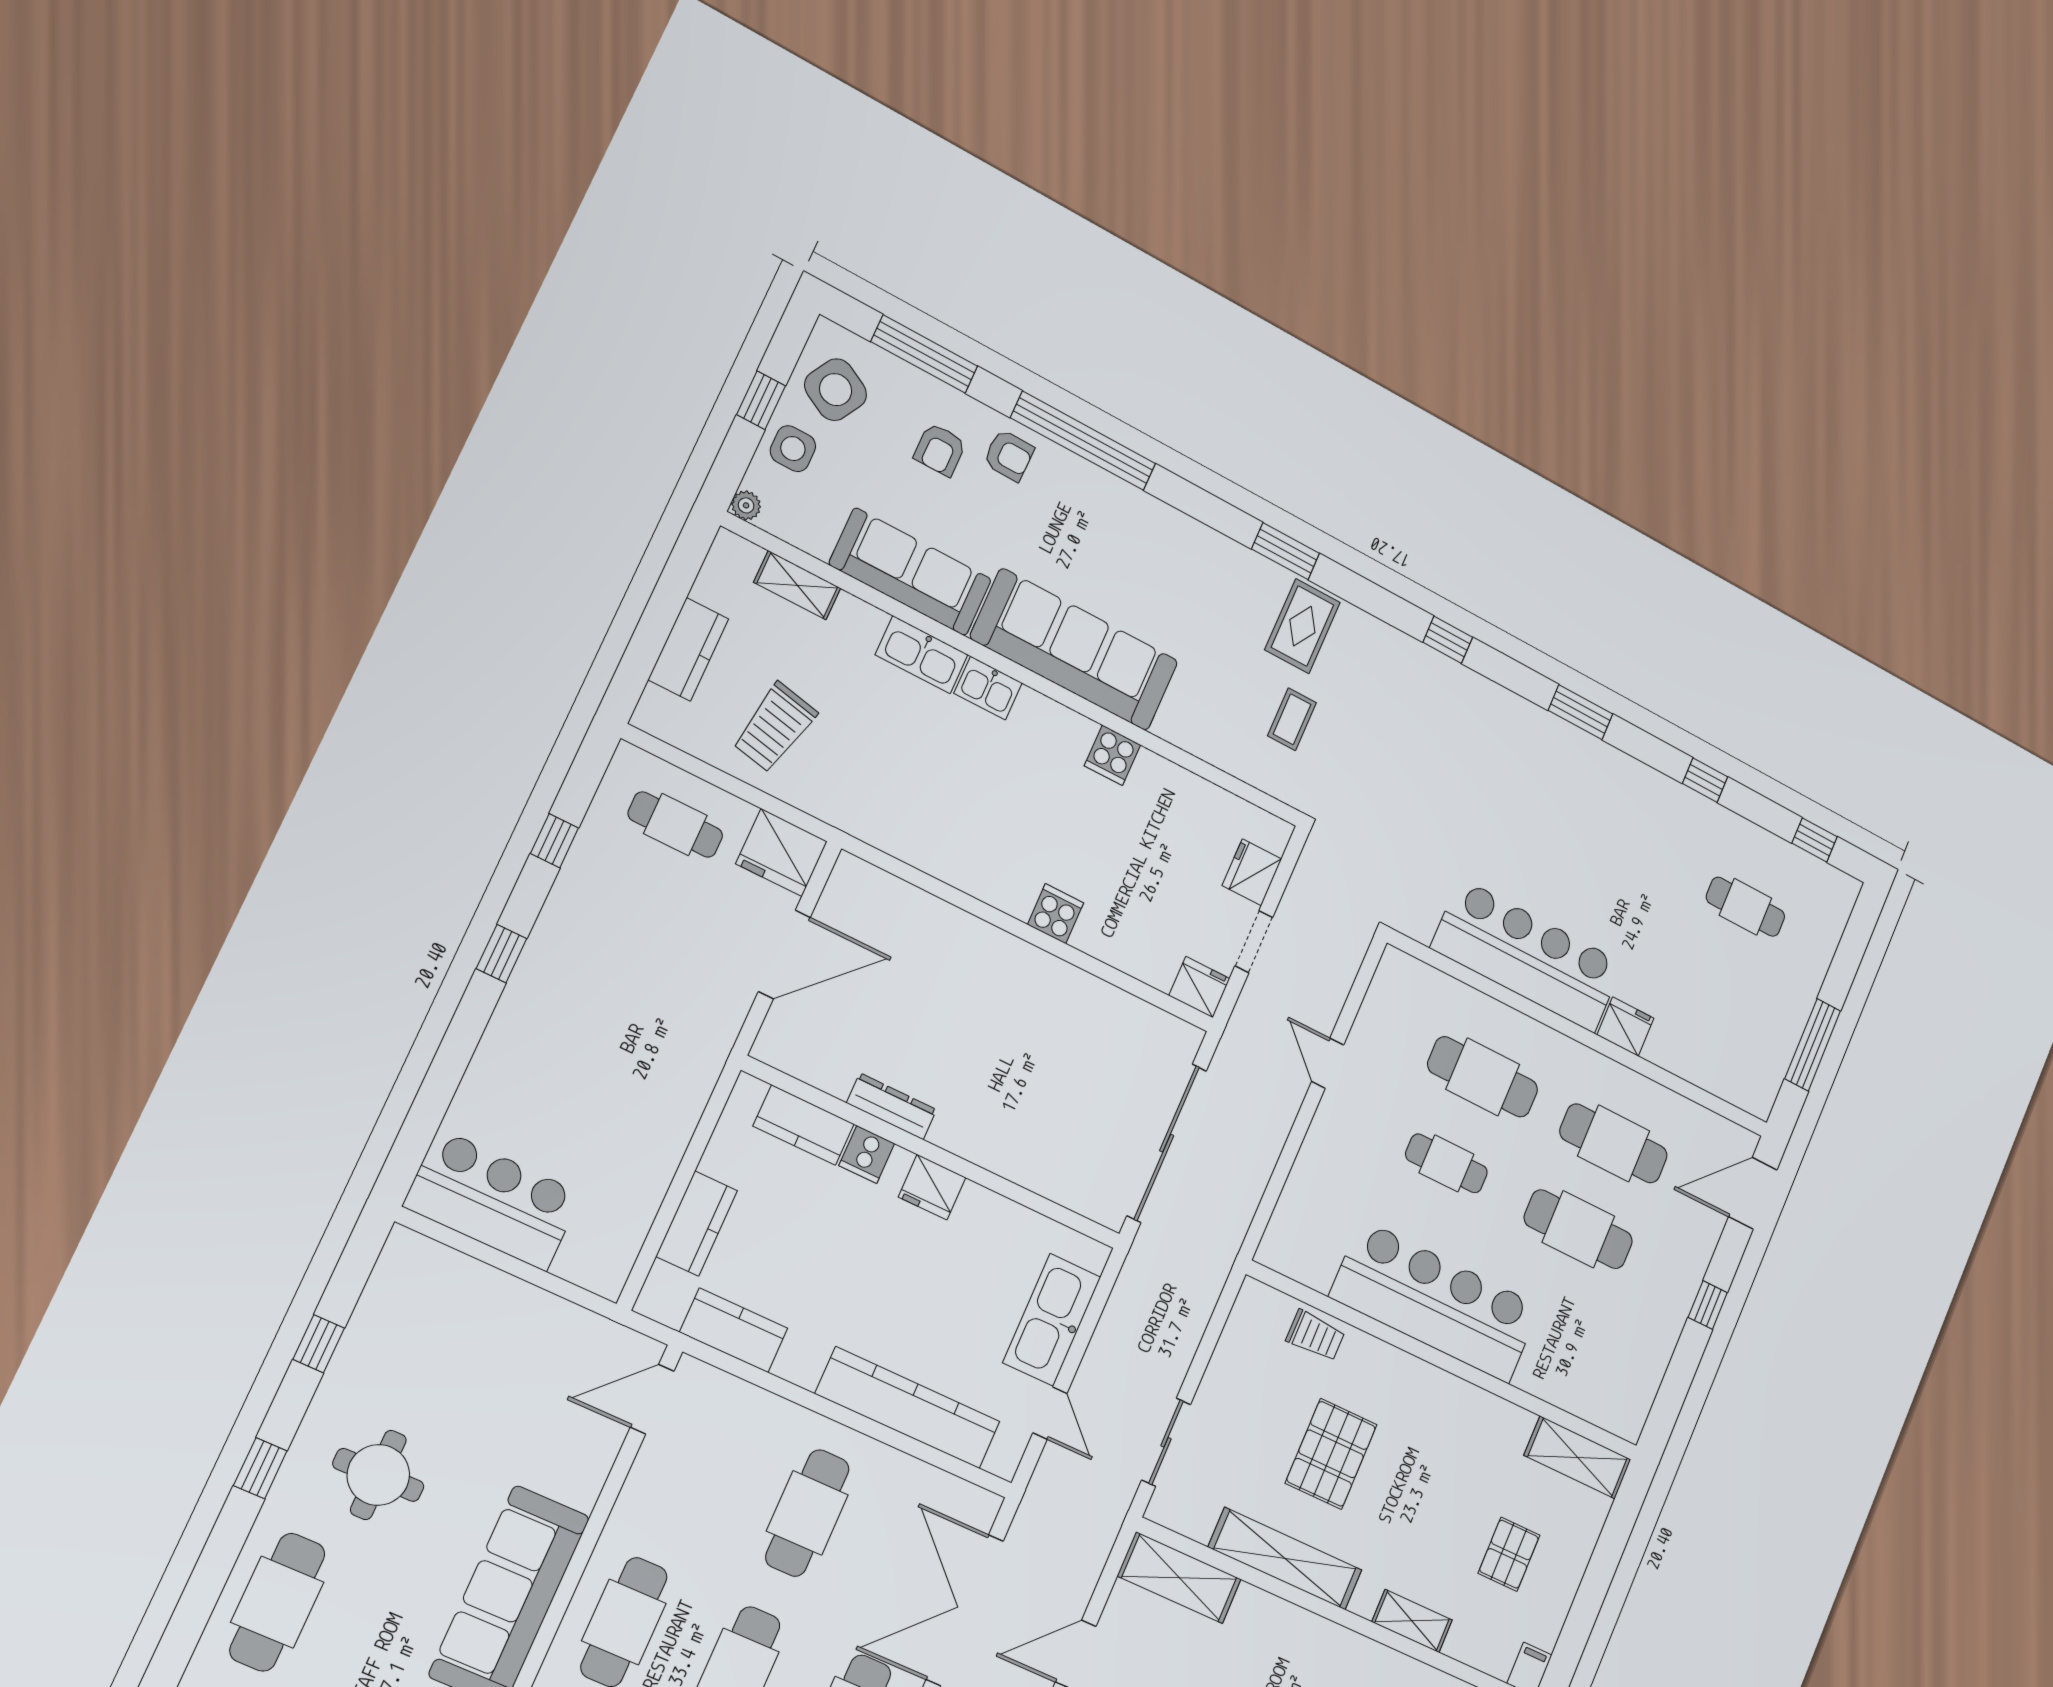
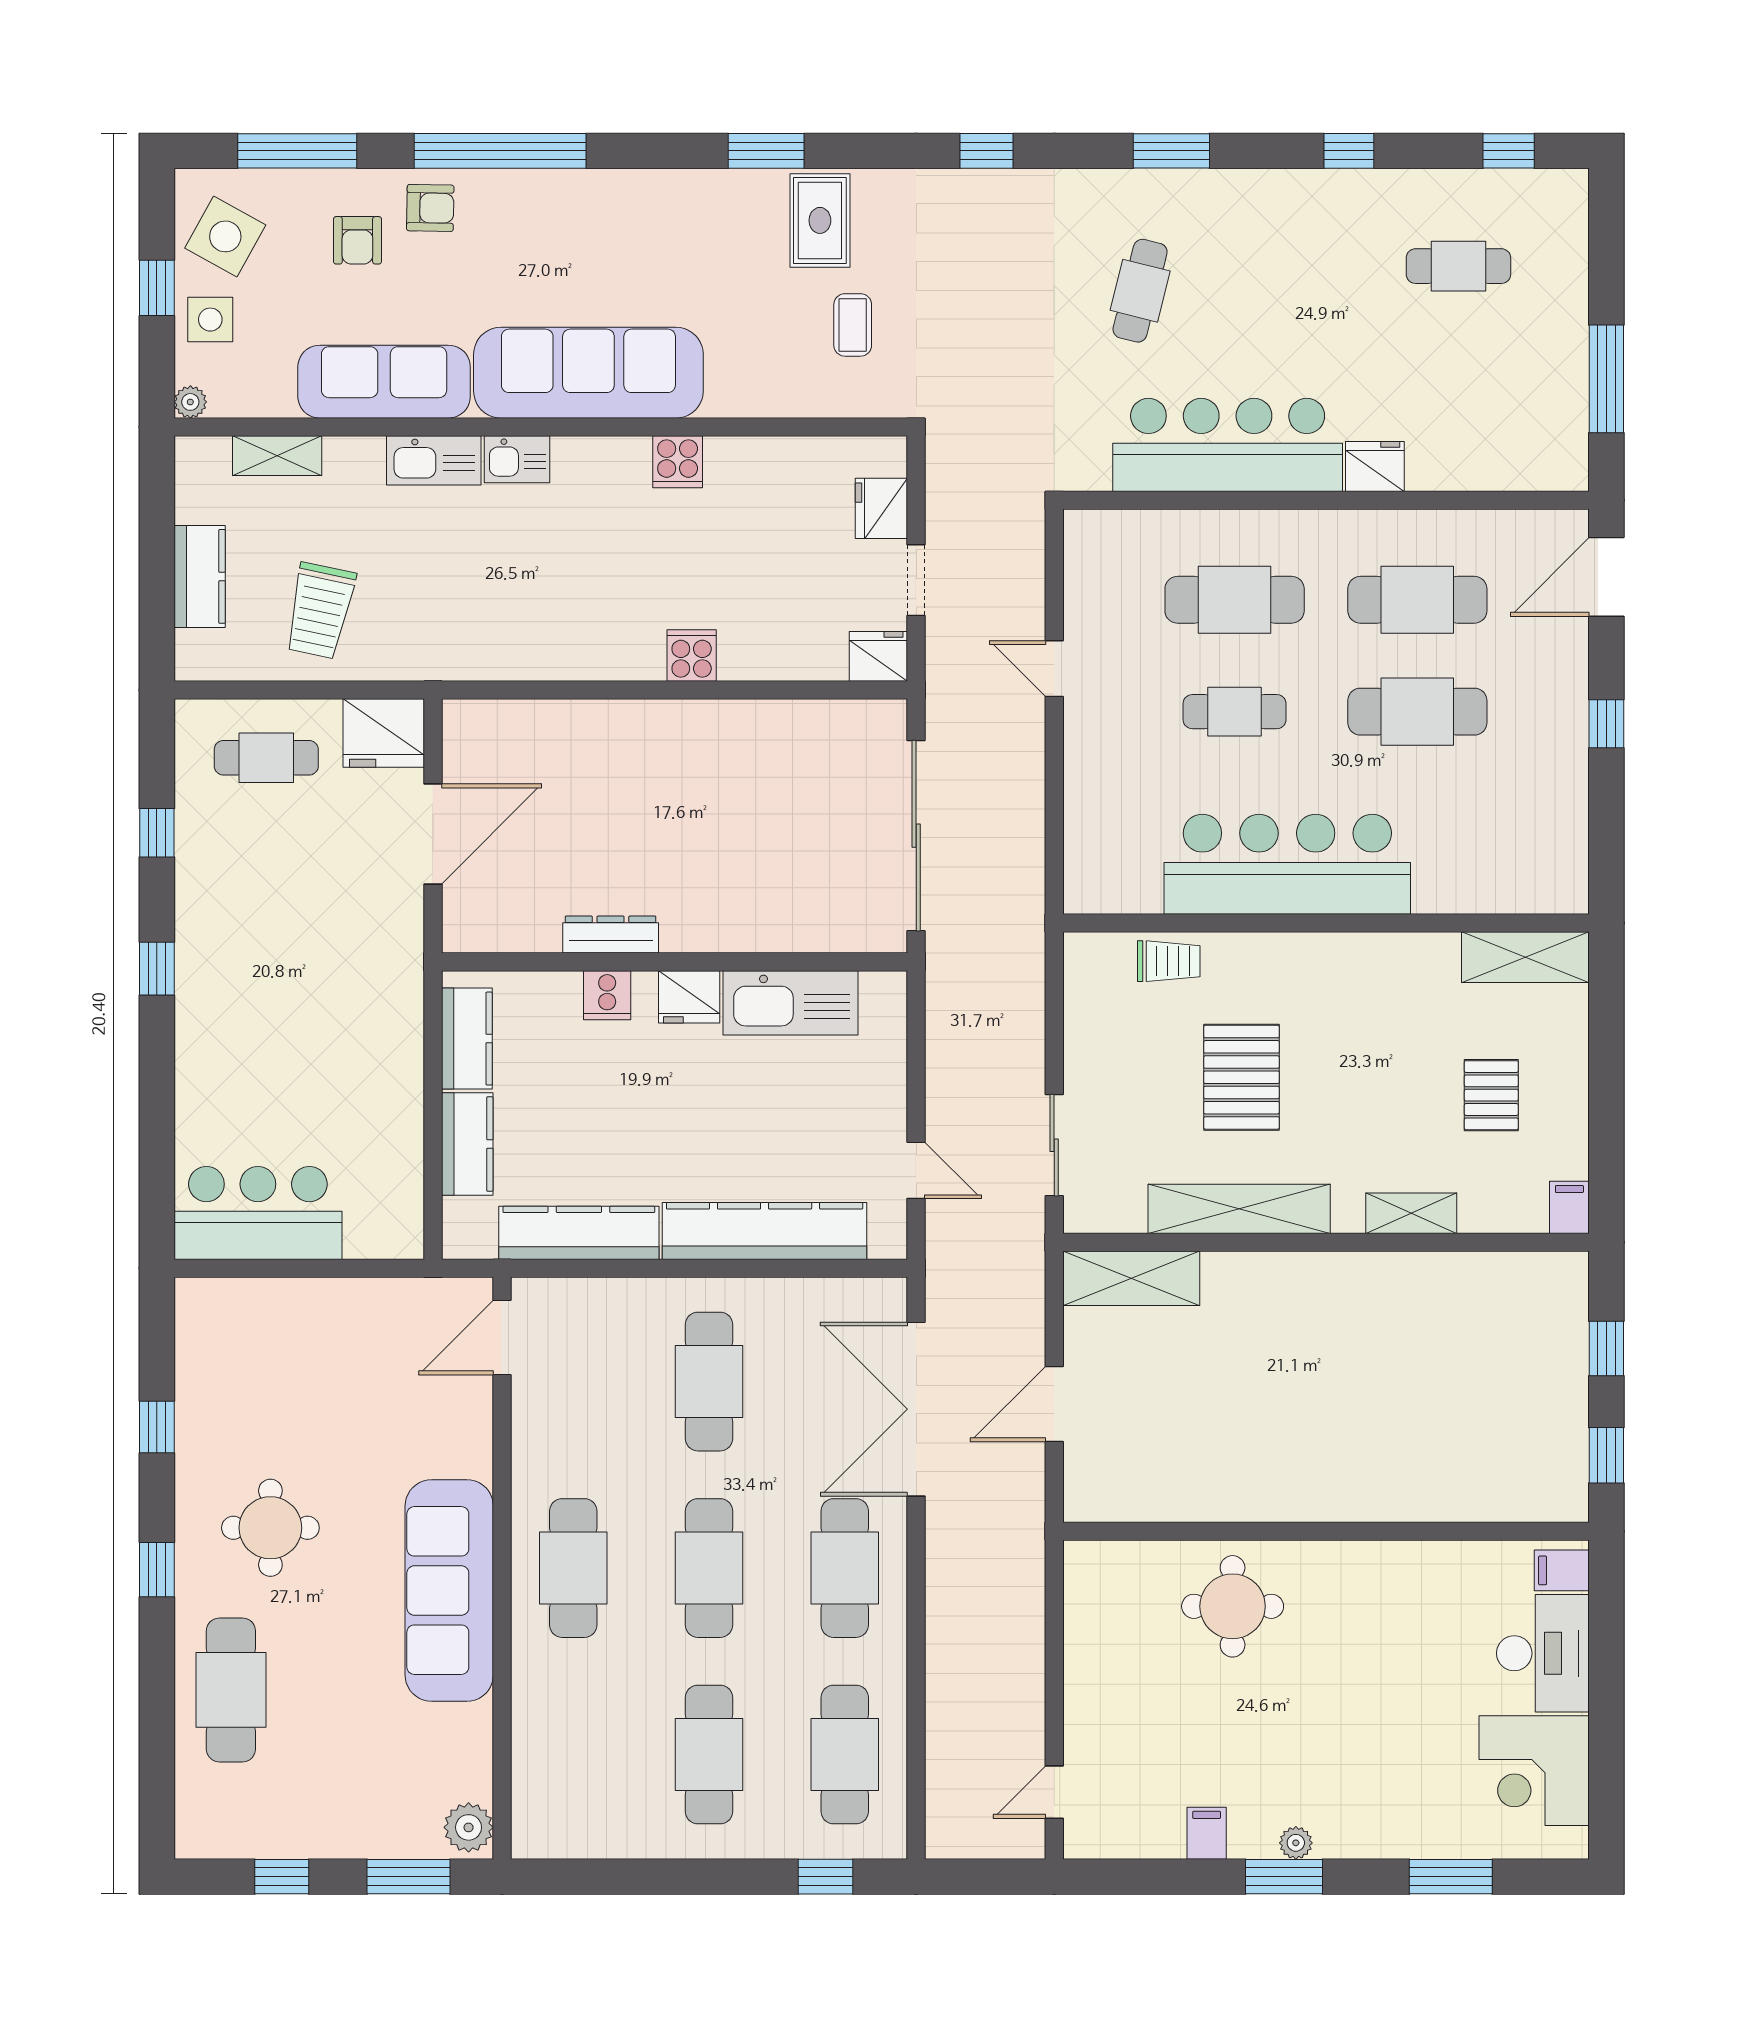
cafe table: (1514, 805) -> (1140, 291), added
kitchen counter: (804, 1125) -> (467, 1039), moved, turned -90
kitchen sink: (1052, 1320) -> (790, 1003), moved, turned -90
kitchen counter: (734, 1330) -> (579, 1233), width x1.50

